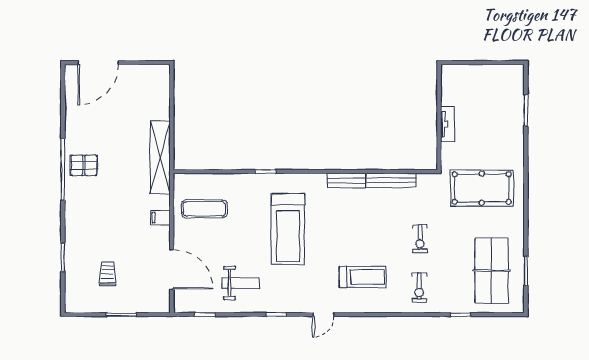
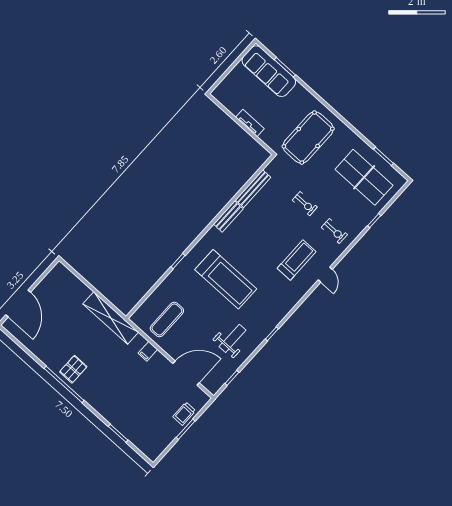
sofa: (509, 99) -> (269, 71), added
trolley: (107, 274) -> (184, 414), moved, turned -90
door: (323, 315) -> (325, 275), moved

